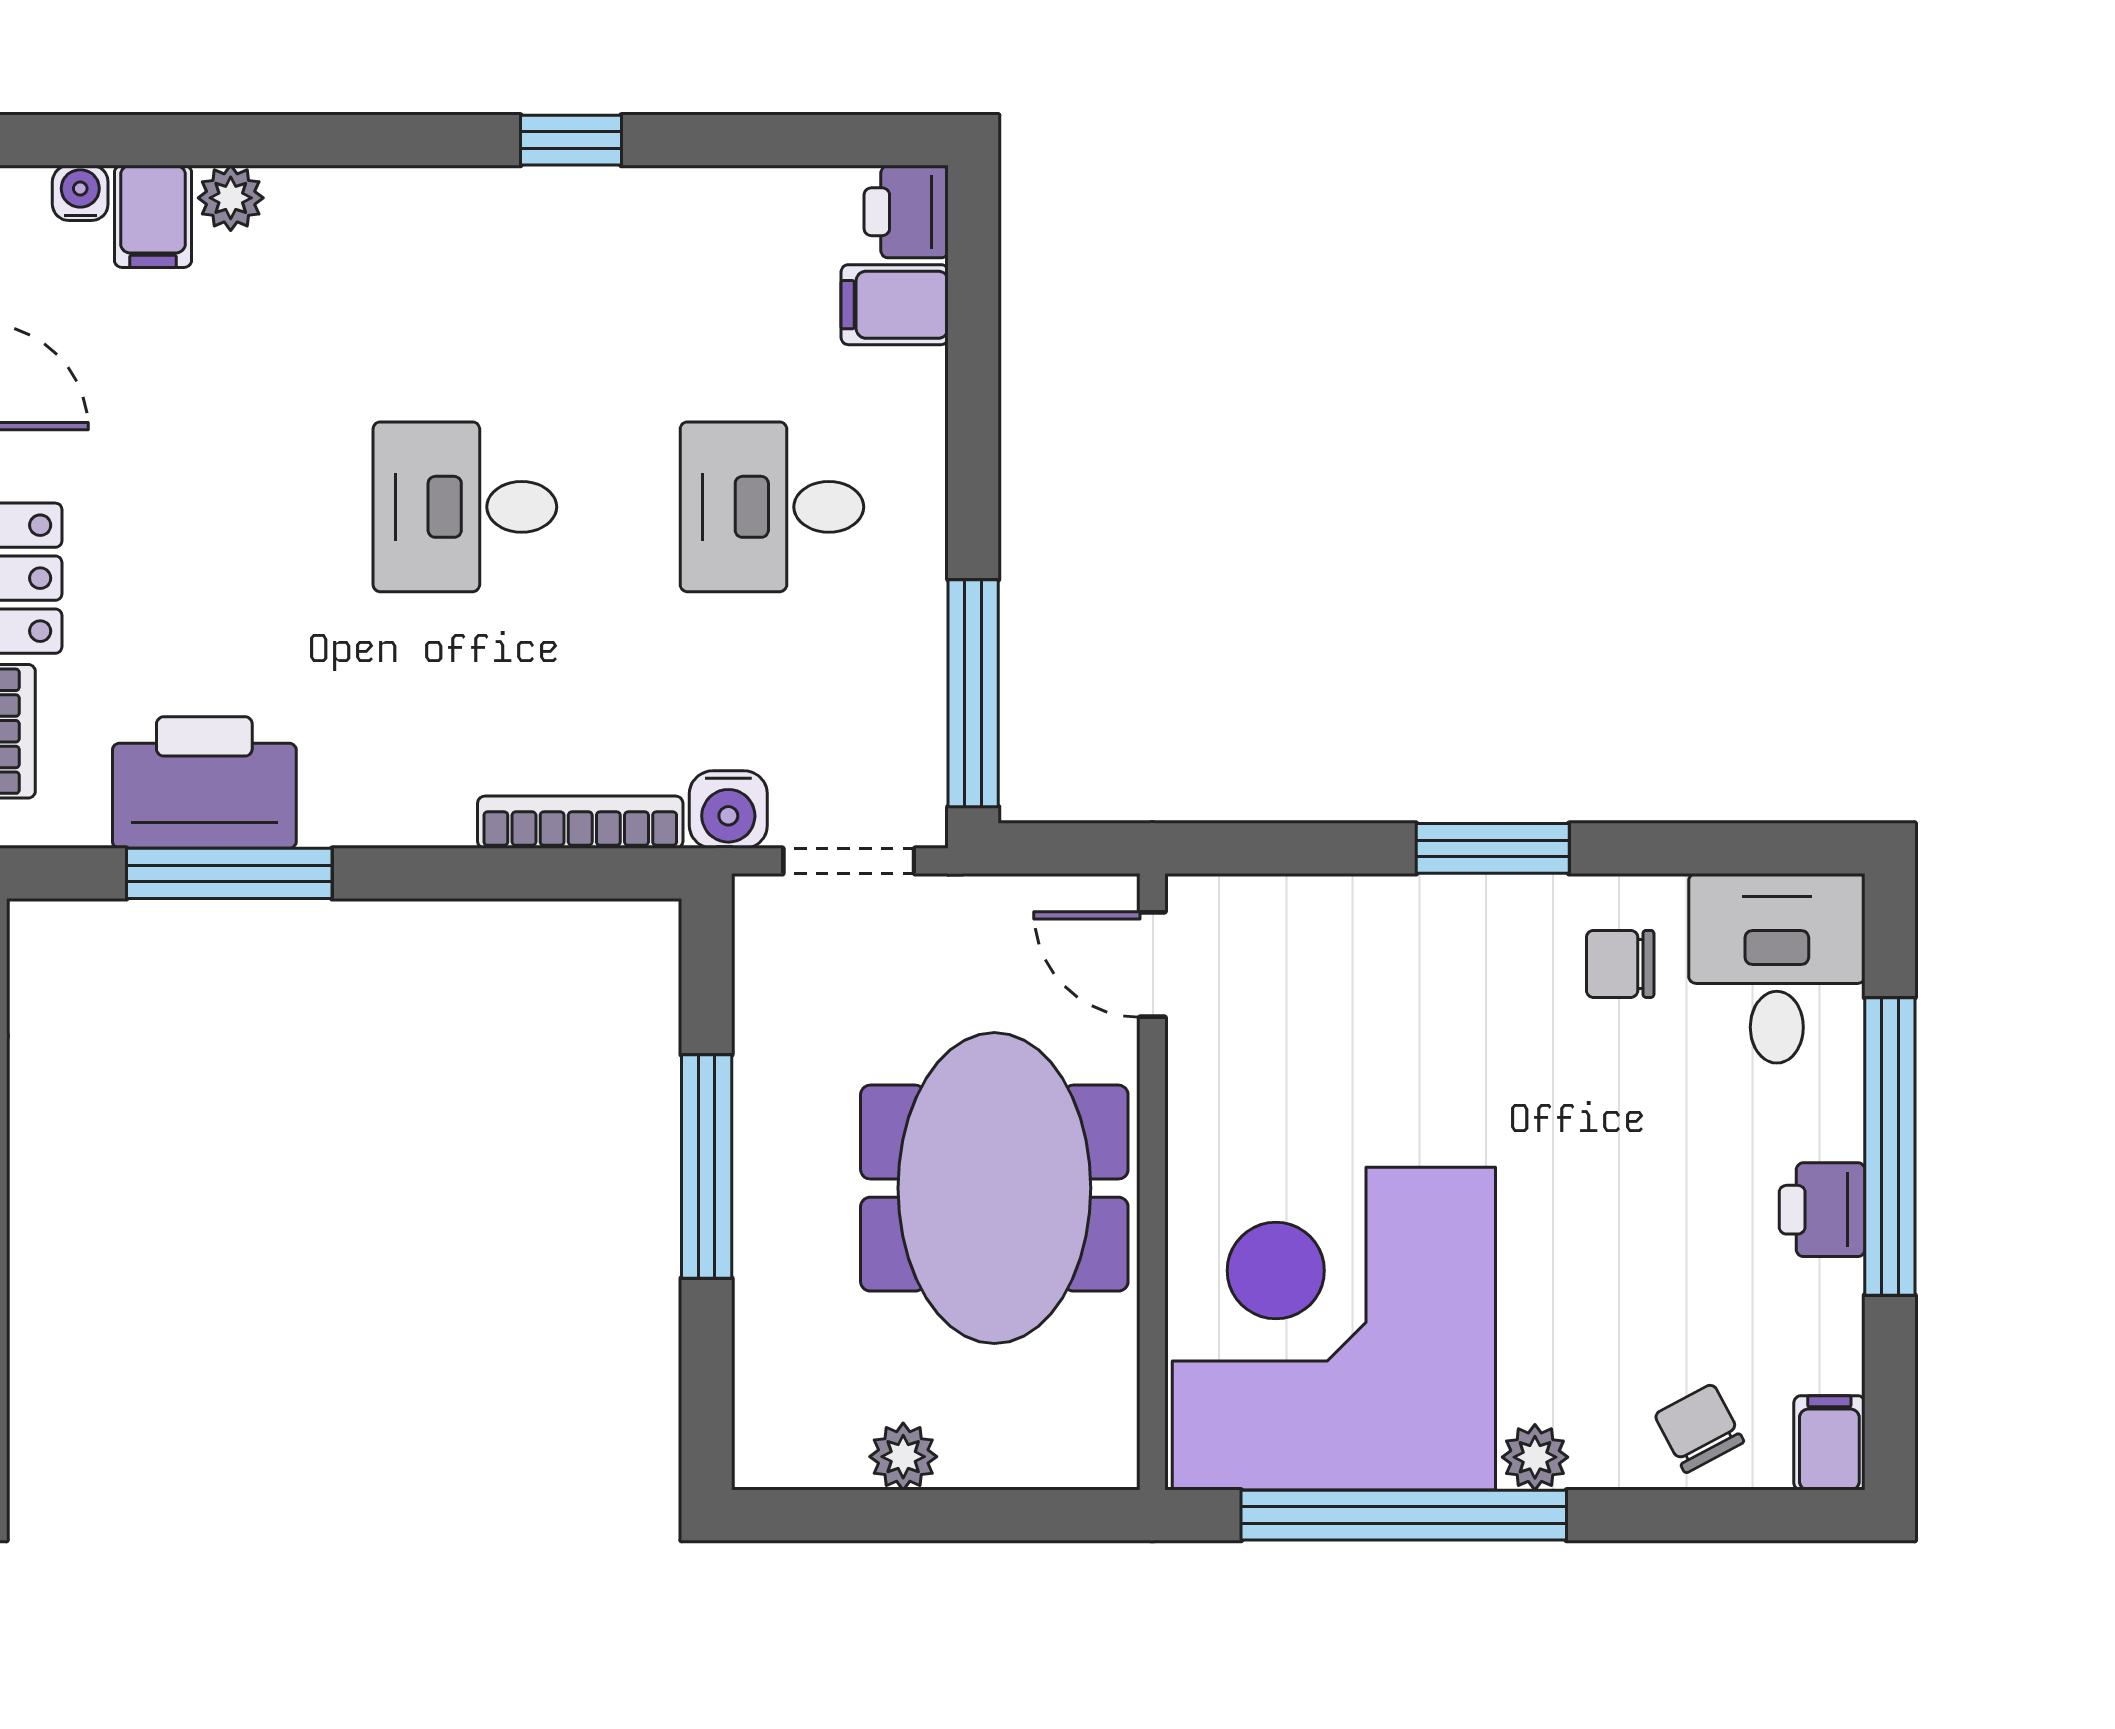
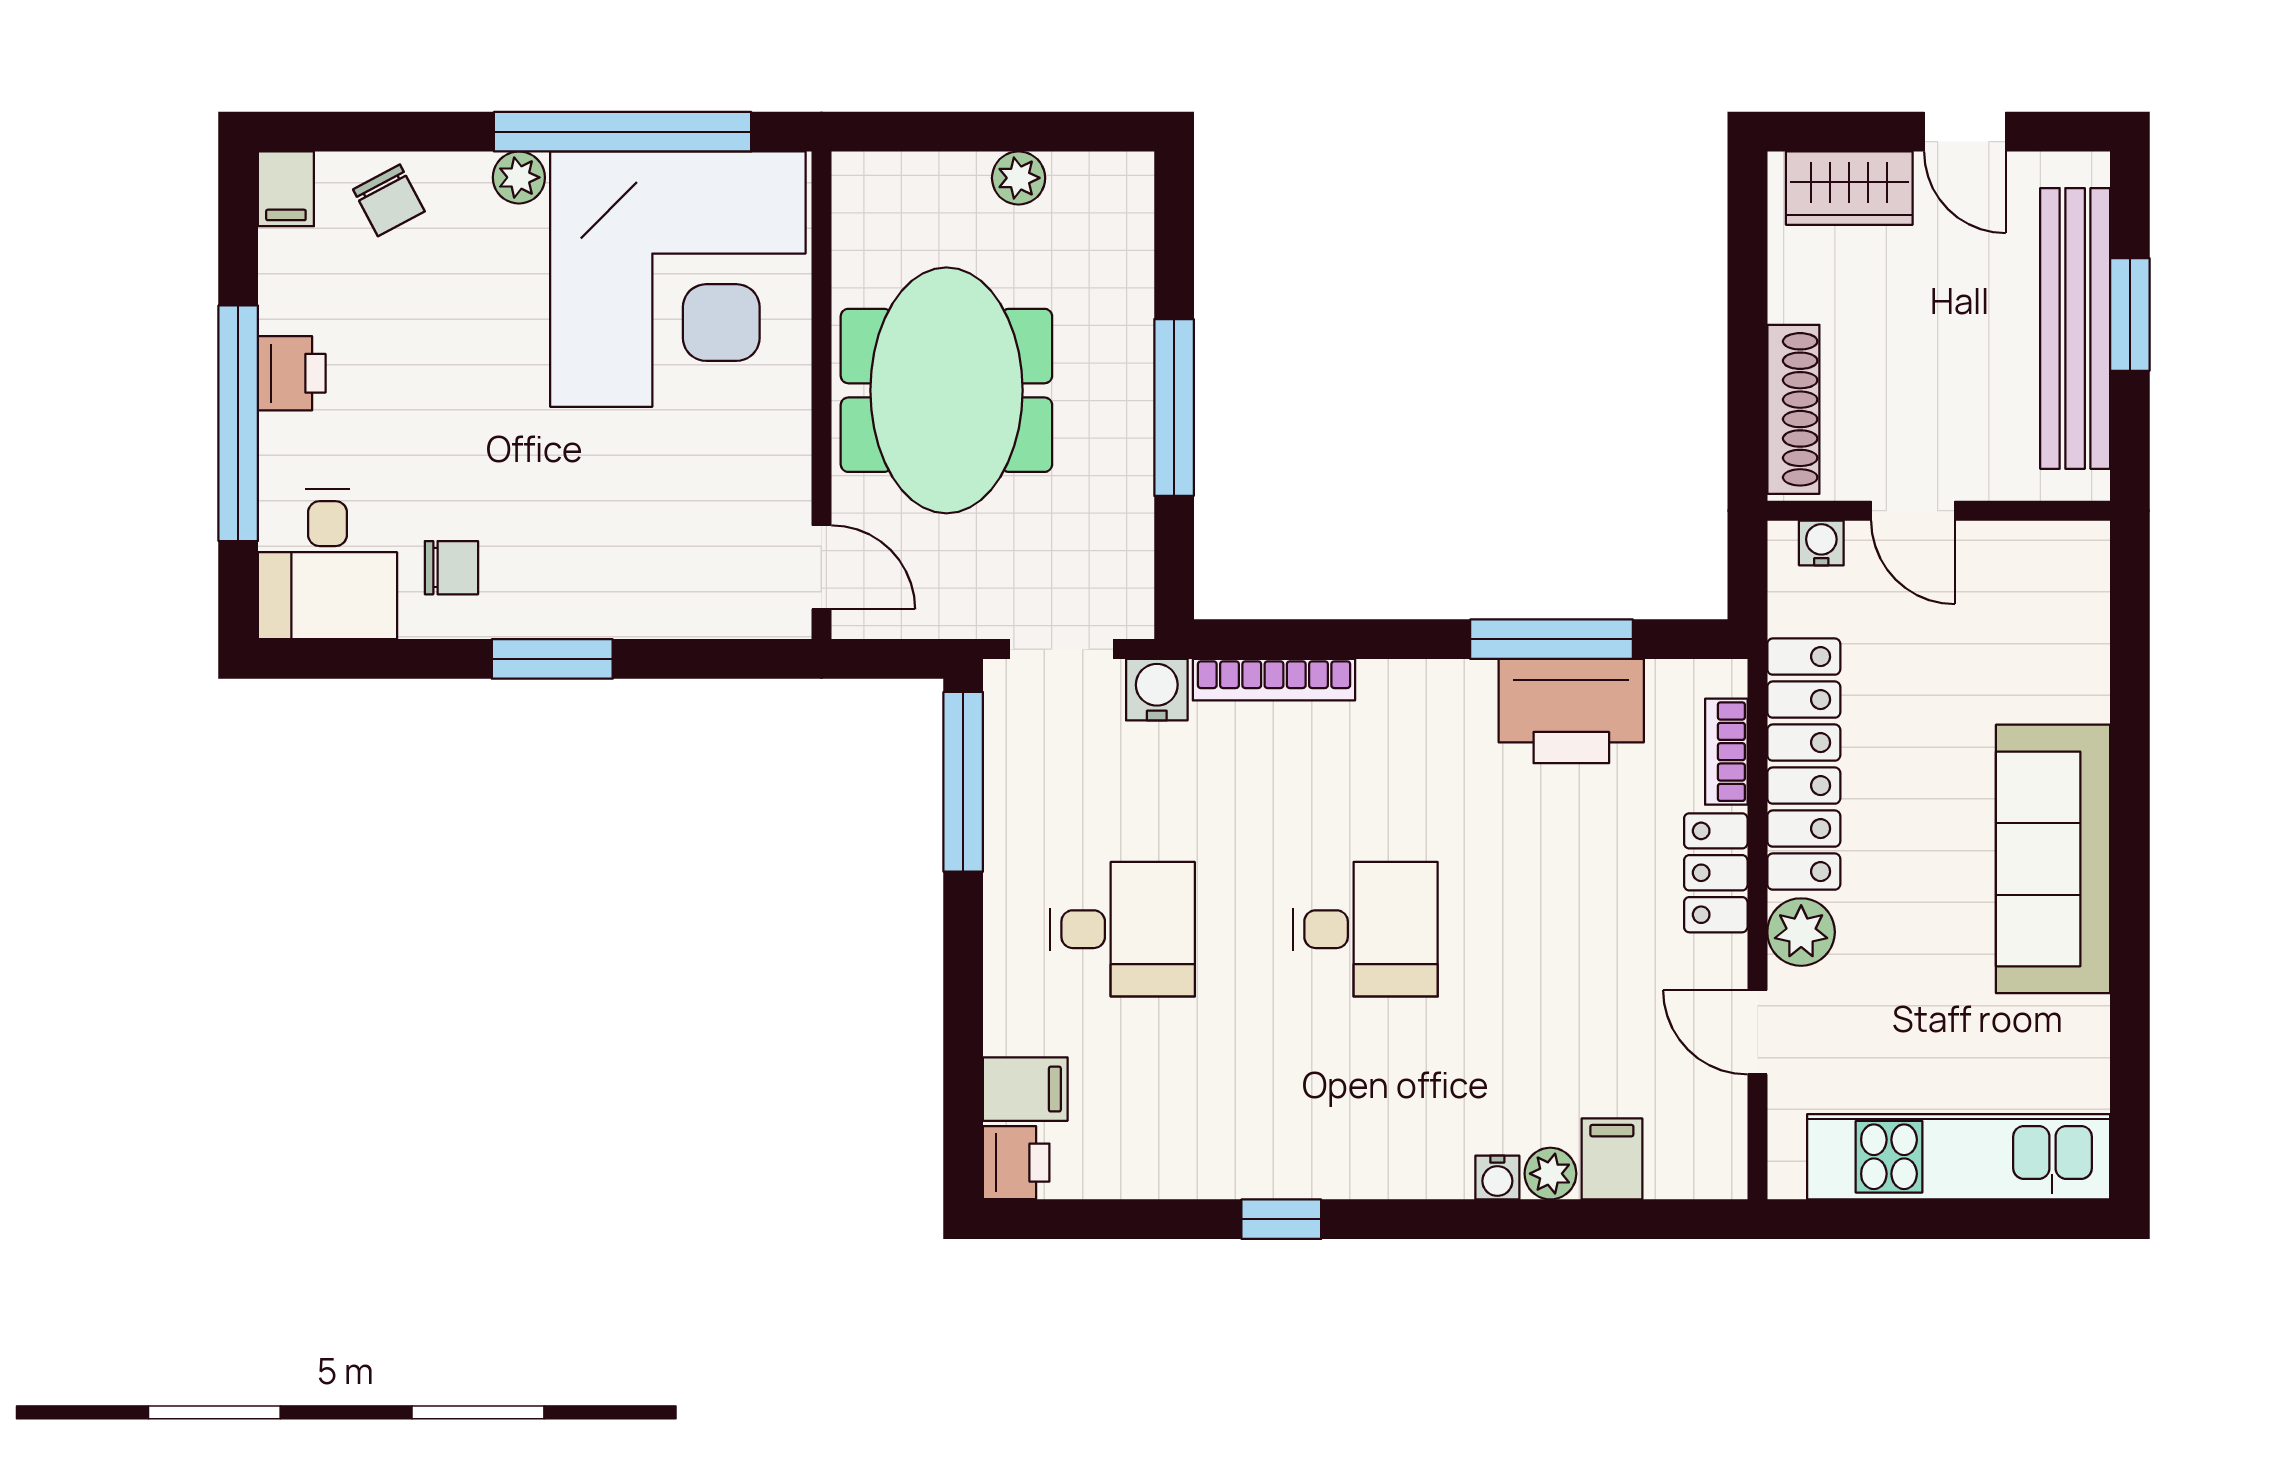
water cooler: (80, 193) -> (1497, 1177), moved

